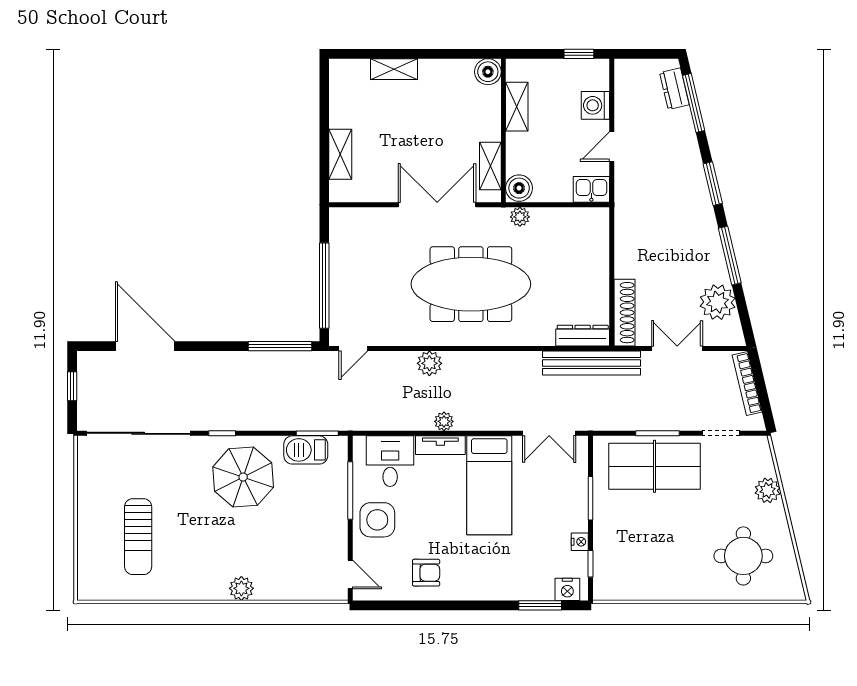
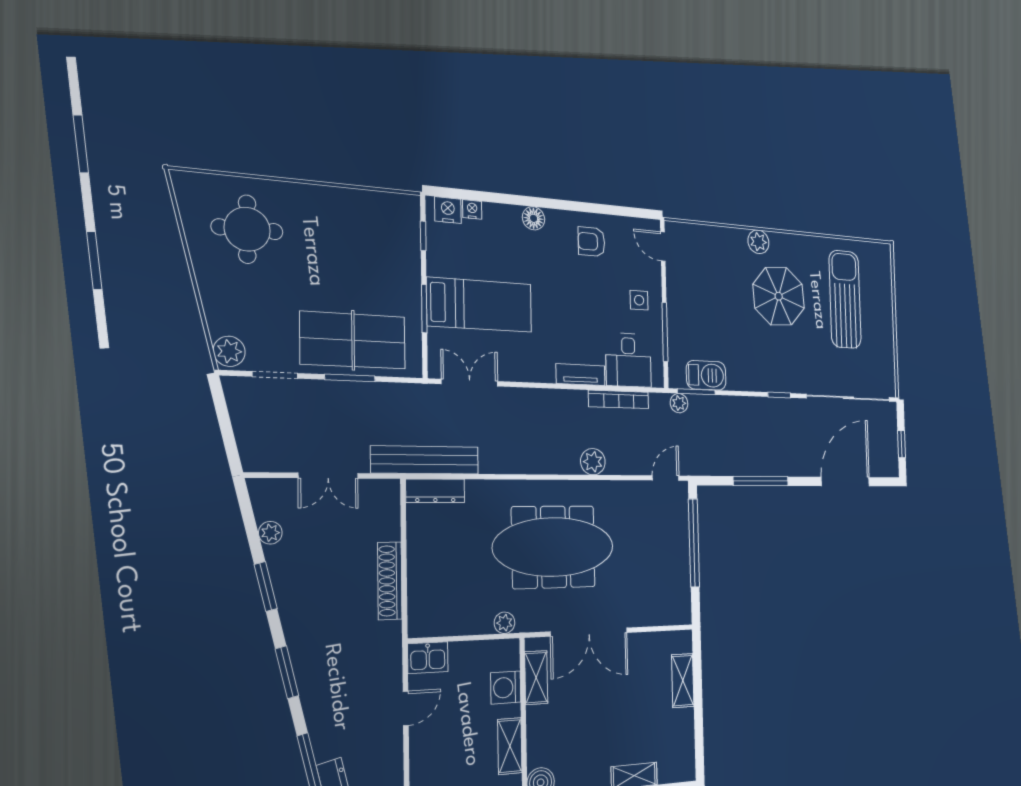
washing machine: (595, 105) -> (506, 688), moved, turned 180
boiler: (519, 188) -> (506, 655), removed
window: (730, 256) -> (266, 586), width x0.69
plant: (718, 302) -> (270, 533), width x0.53, depth x0.53
shoe rack: (625, 313) -> (390, 581), moved
door: (145, 346) -> (845, 482), swing flipped
window: (280, 346) -> (761, 481), moved
bookcase: (747, 384) -> (619, 399), moved, turned 103
plant: (444, 421) -> (679, 403), moved
parasol: (243, 477) -> (779, 296), moved
bed: (489, 485) -> (480, 305), moved, turned 90
plant: (768, 490) -> (229, 351), moved
side table: (377, 520) -> (639, 300), width x0.54, depth x0.54
sun lounger: (138, 537) -> (845, 299), width x1.36, depth x1.34
nightstand: (580, 542) -> (472, 209), moved, turned 90
floor lamp: (485, 590) -> (534, 218), added
window: (540, 605) -> (476, 196), removed

